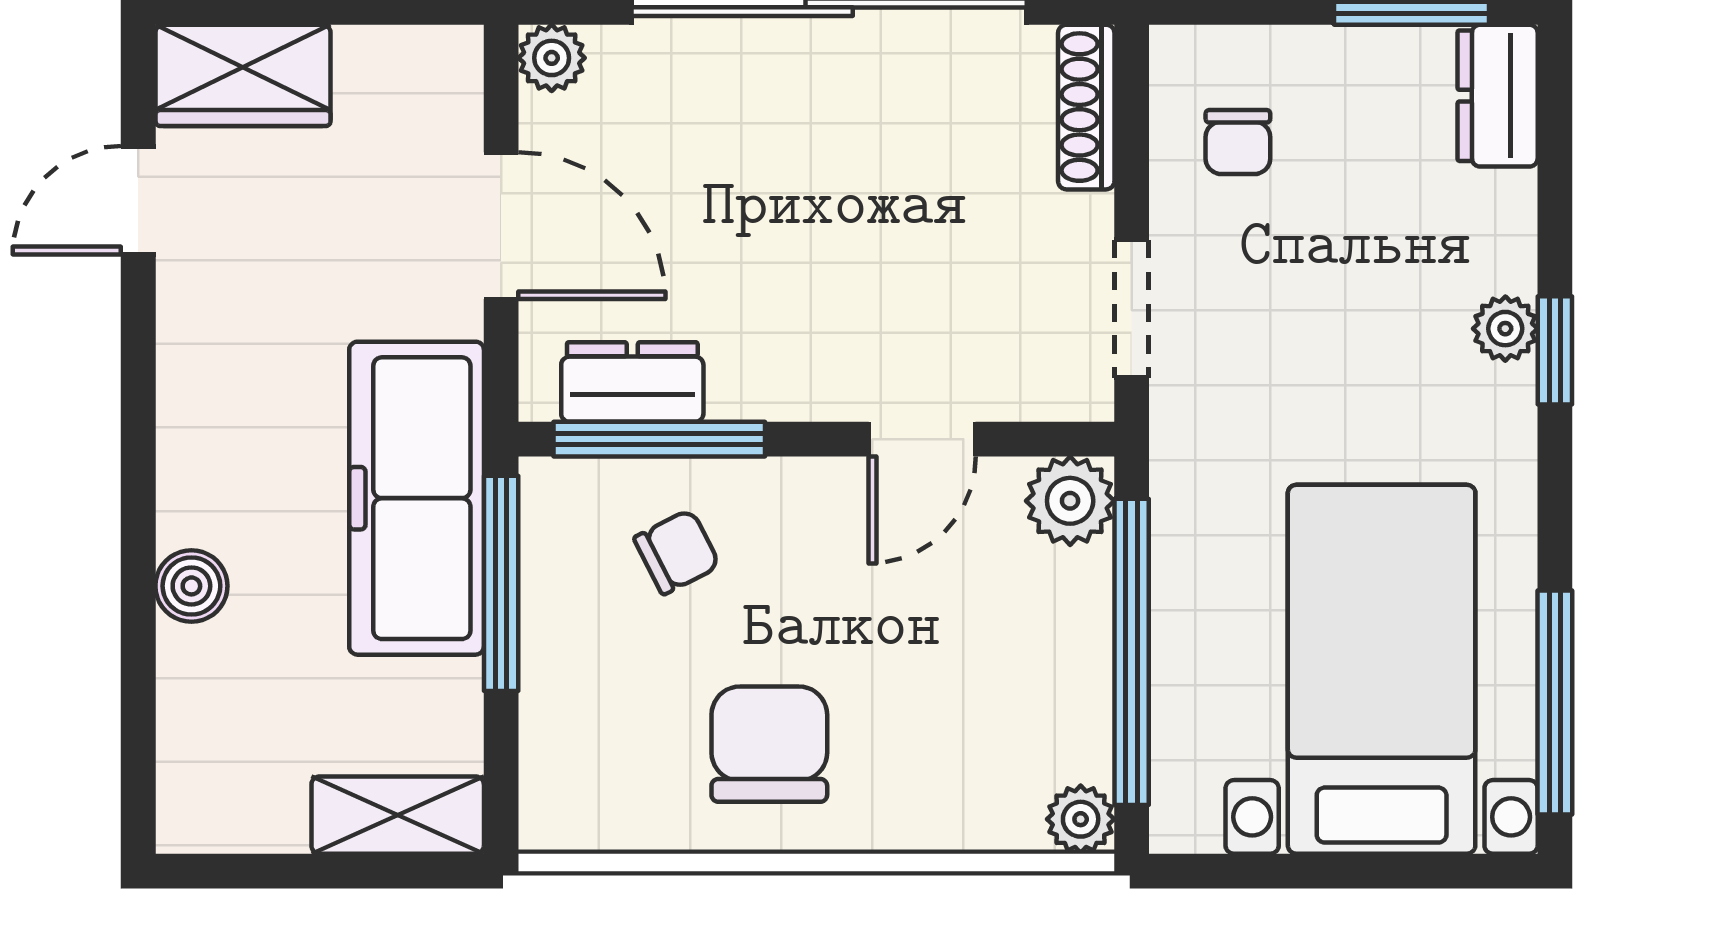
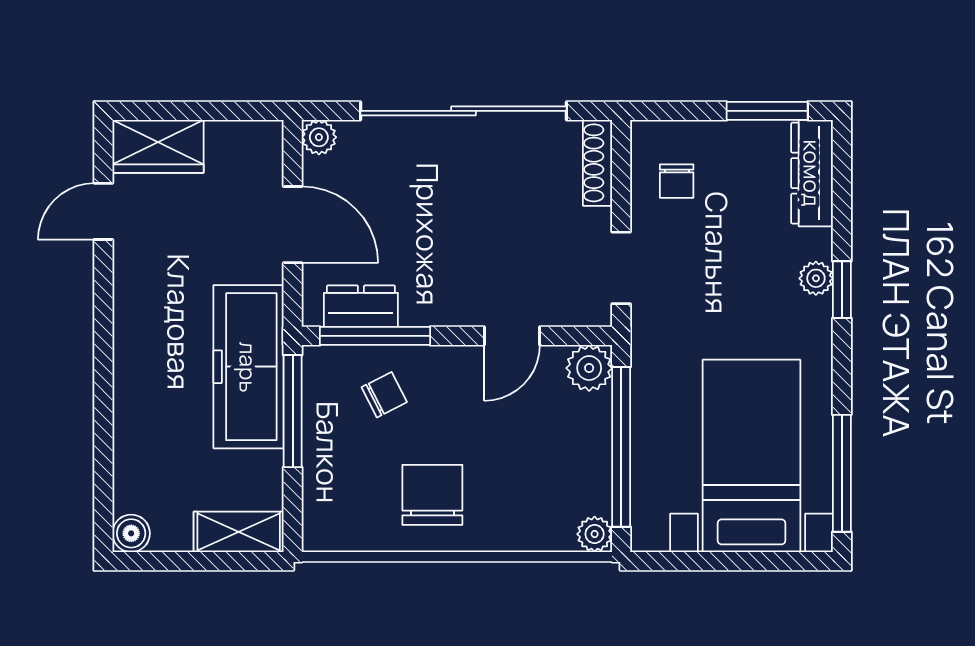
dresser: (1498, 96) -> (812, 173), width x1.44
boiler: (191, 586) -> (131, 533), moved

